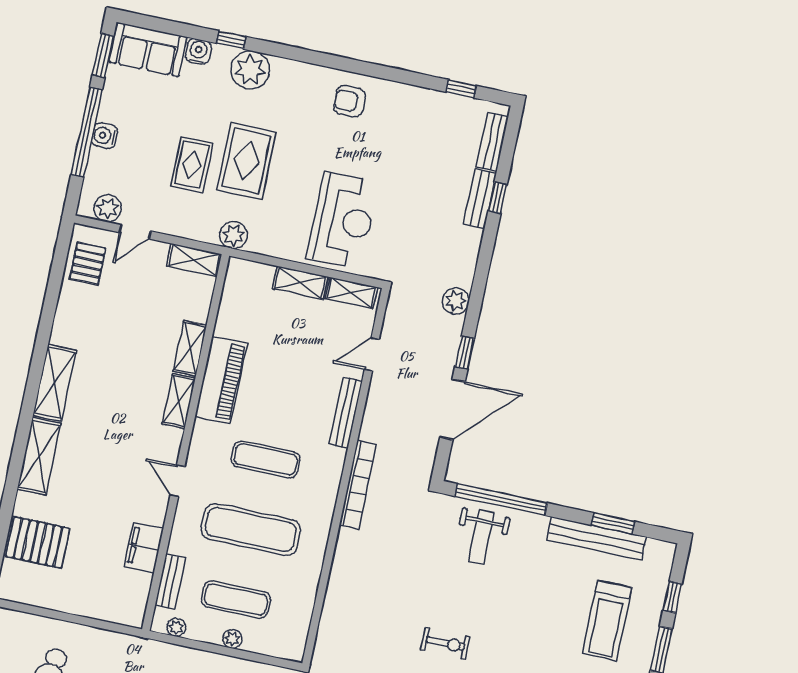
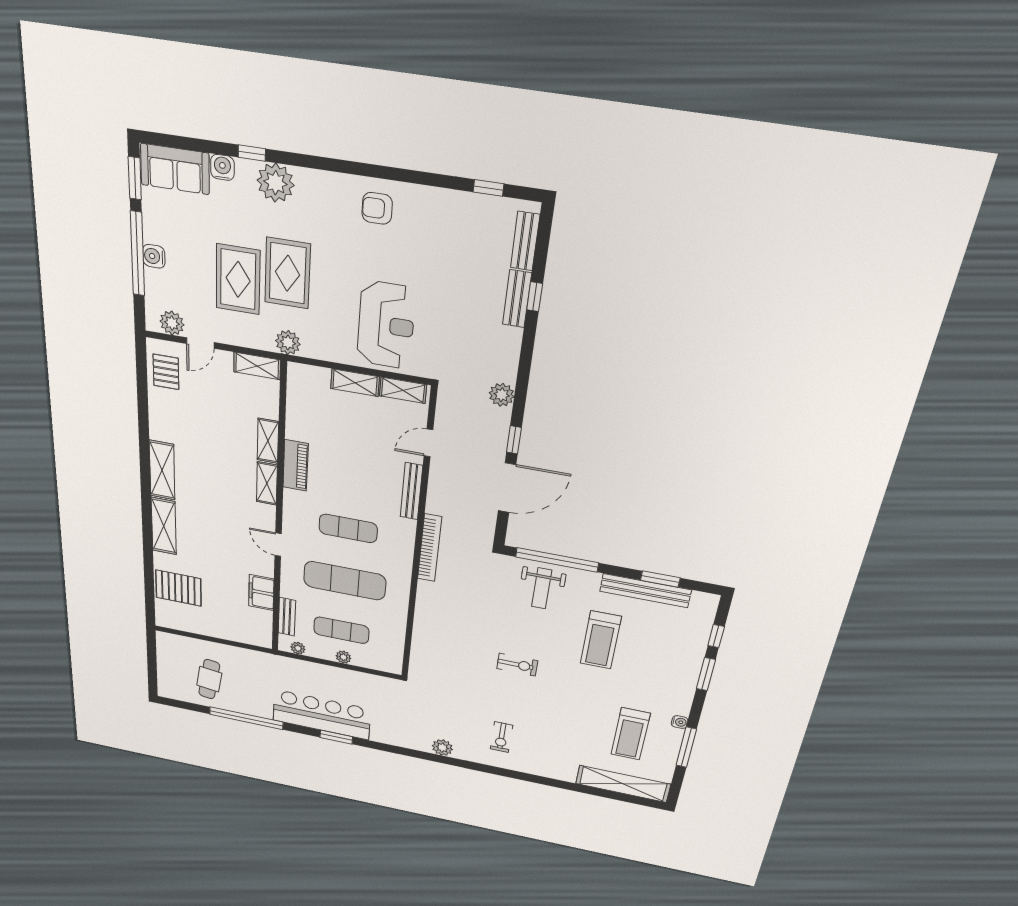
rug: (192, 165) -> (238, 279), width x1.36, depth x1.43
piano: (221, 380) -> (296, 465), width x0.73, depth x0.75
treadmill: (607, 620) -> (601, 640), moved

